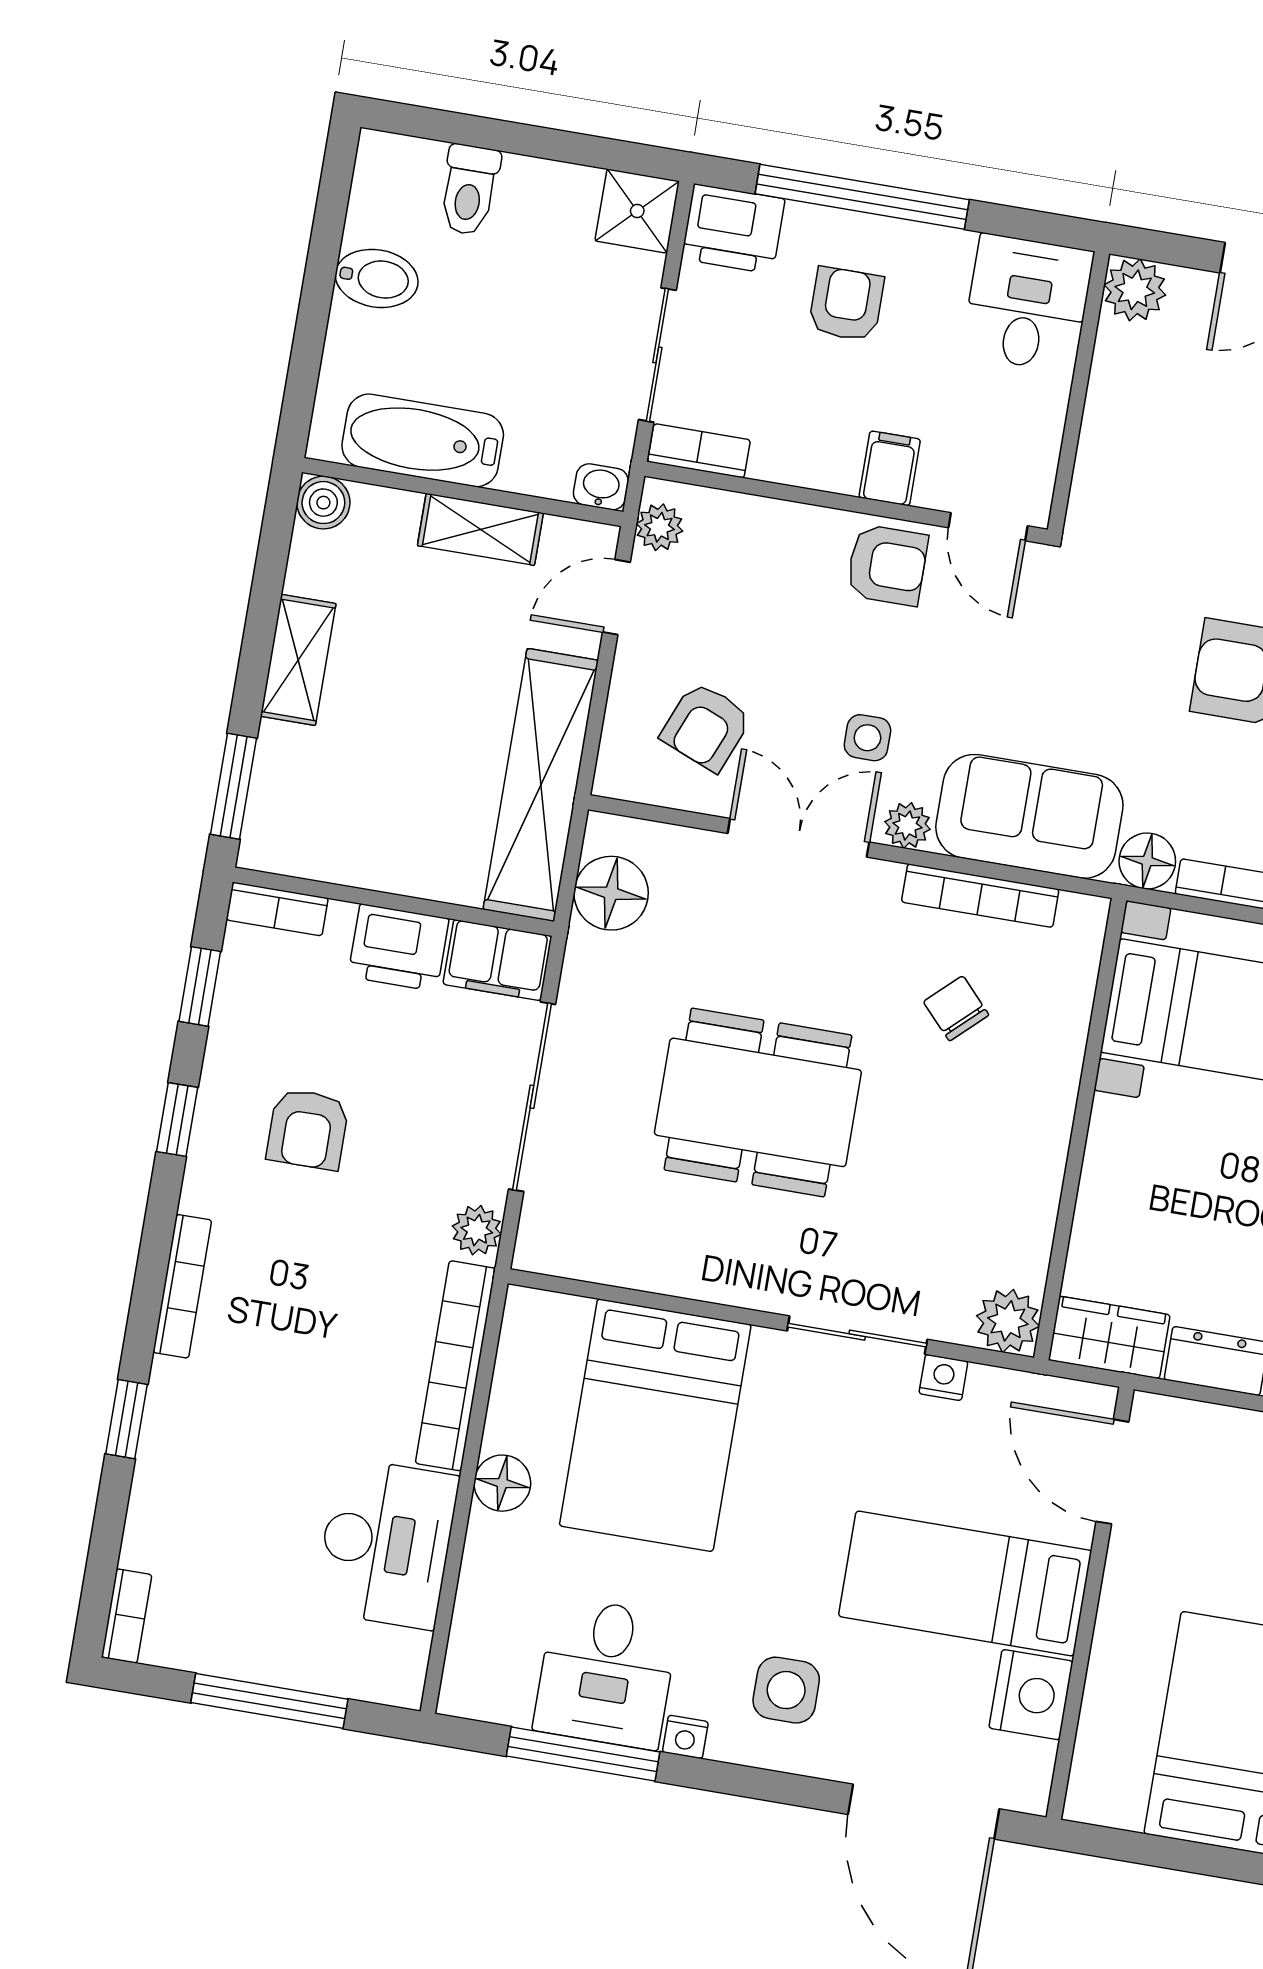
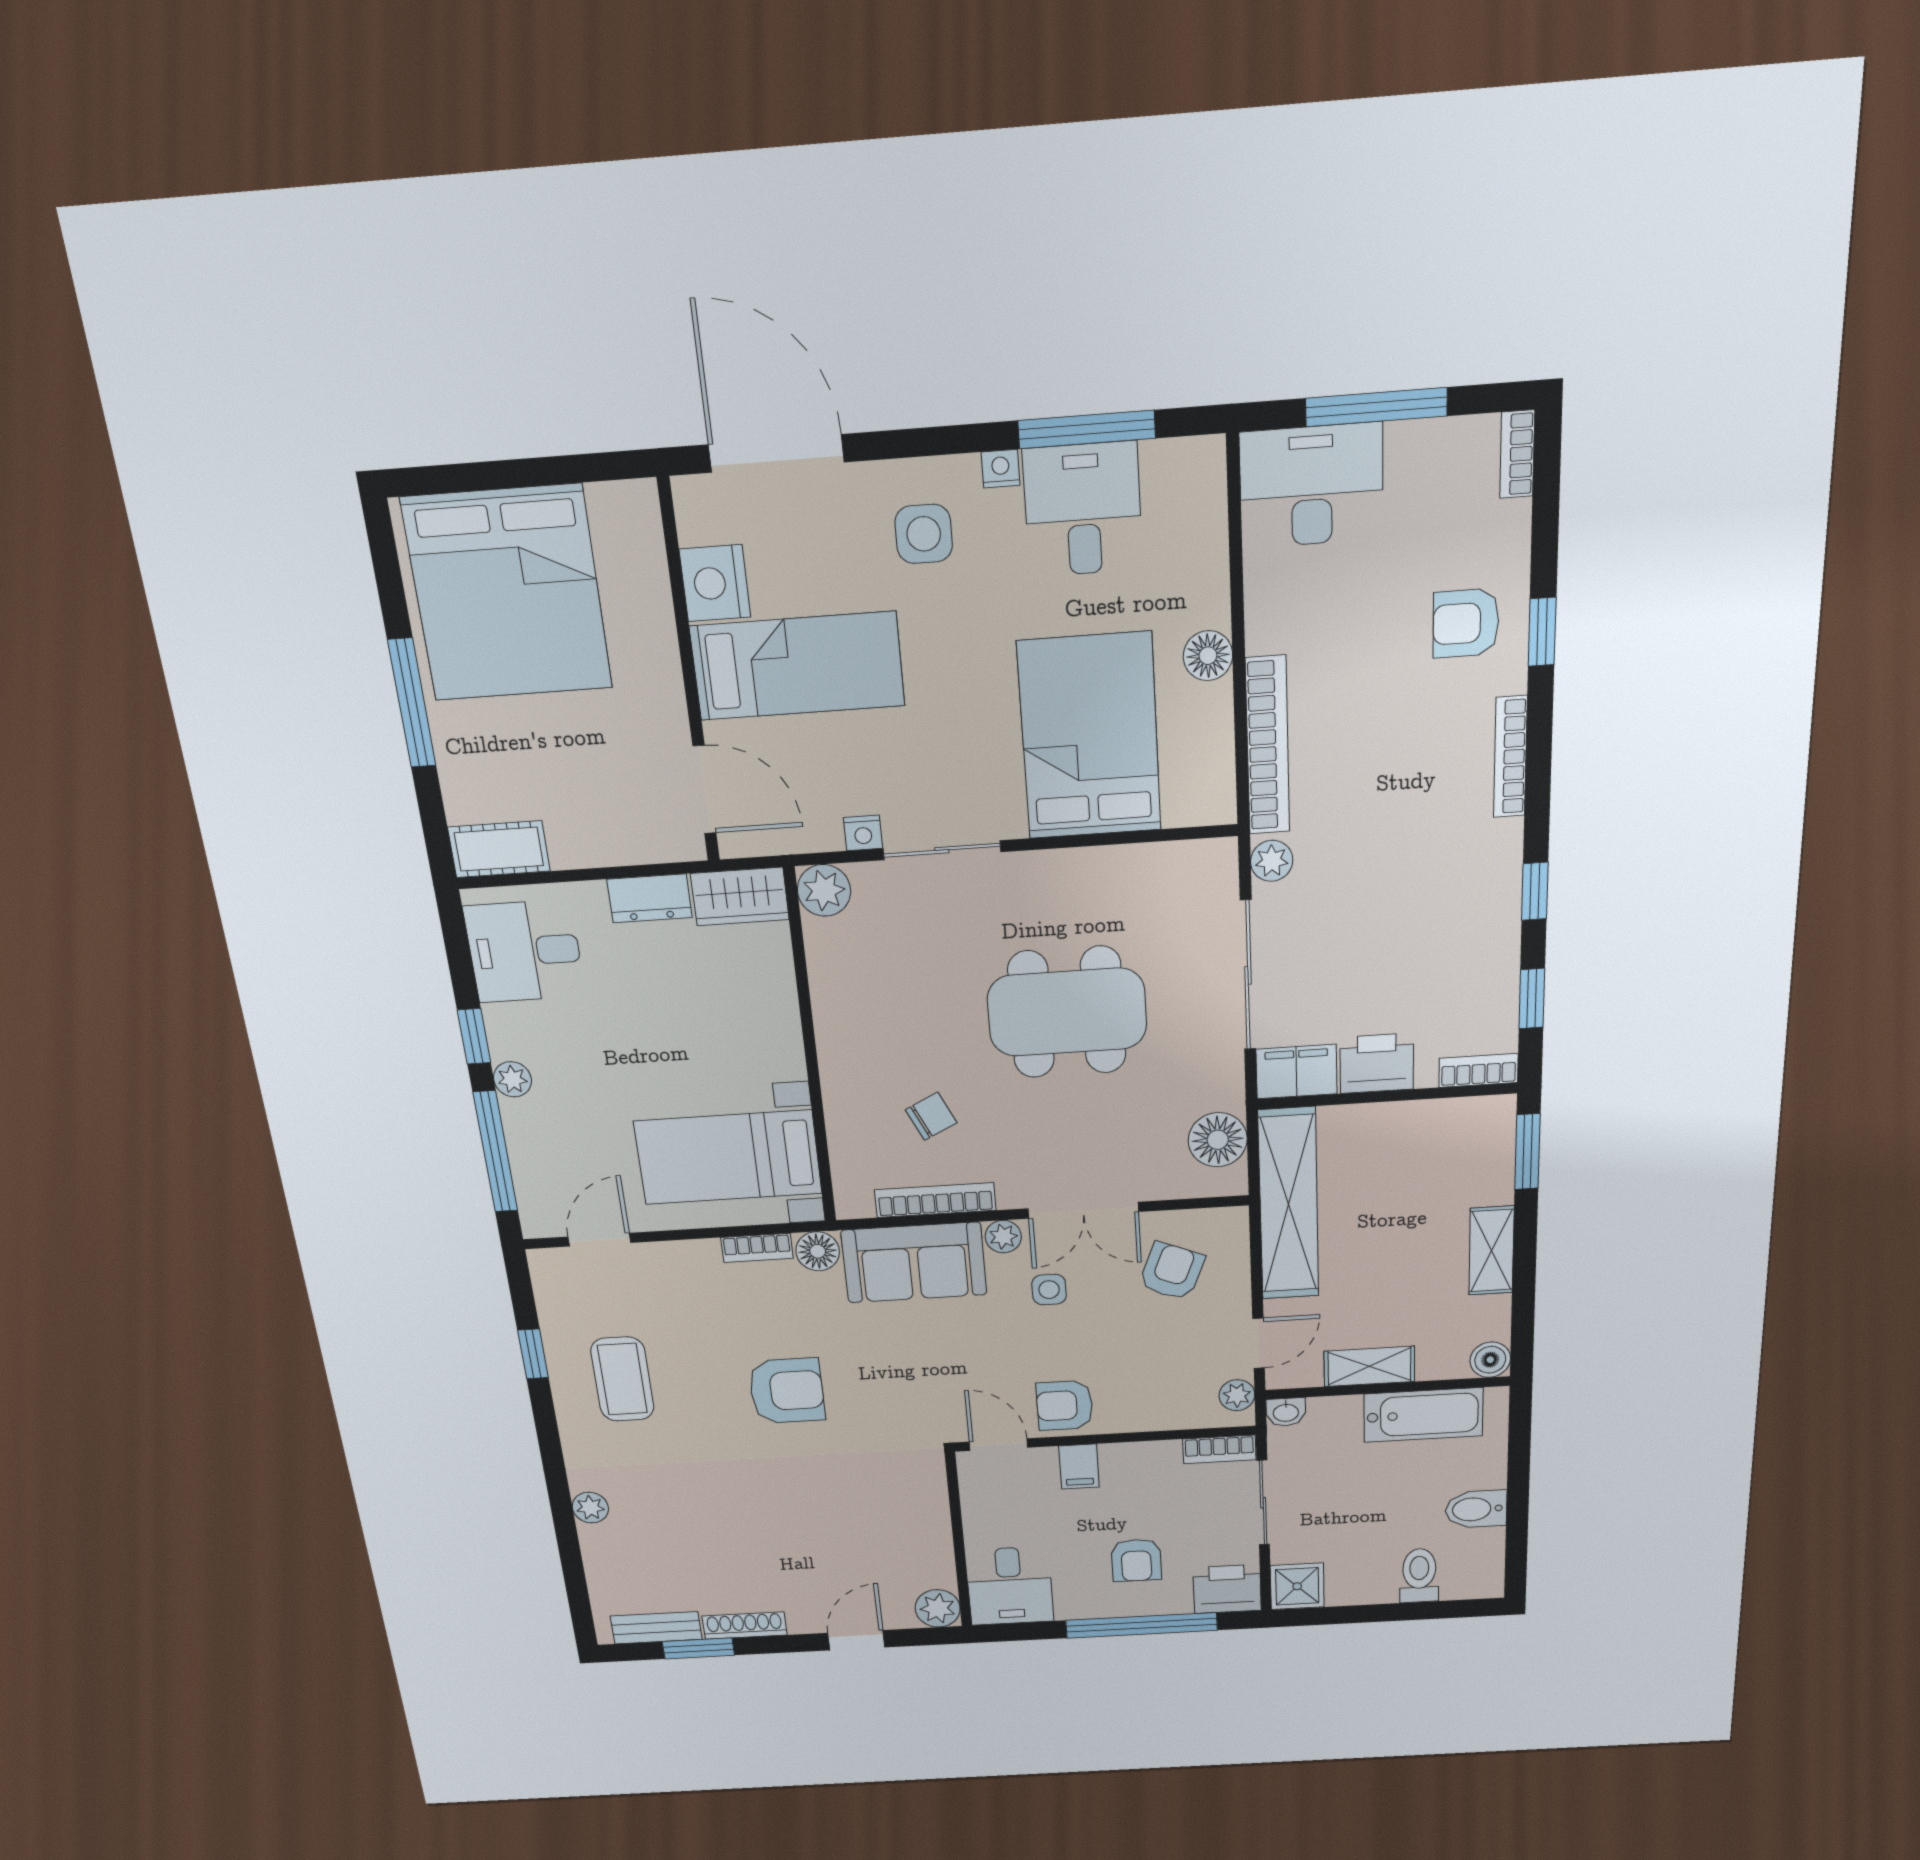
chair: (956, 1008) -> (931, 1116), turned -73
armchair: (308, 1129) -> (1466, 623), moved, turned -90
desk: (386, 1543) -> (1311, 486), moved, turned 90

